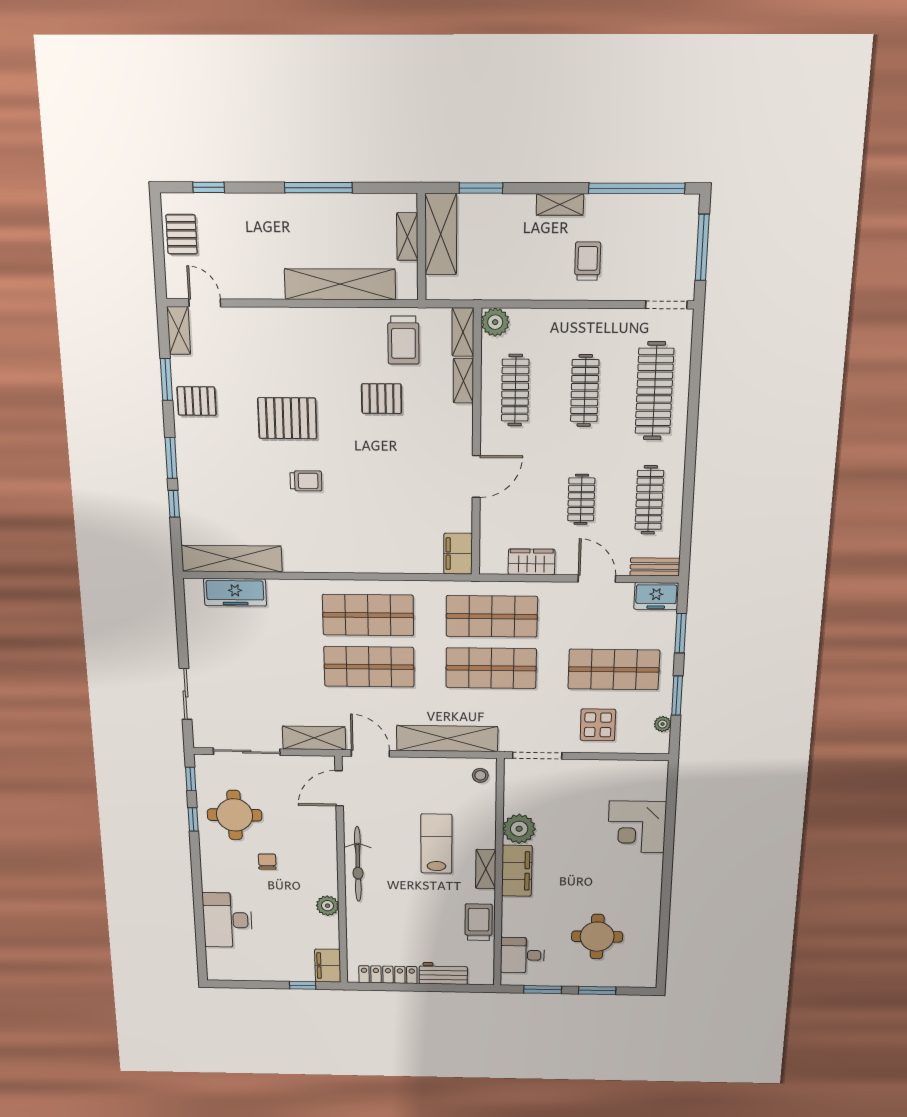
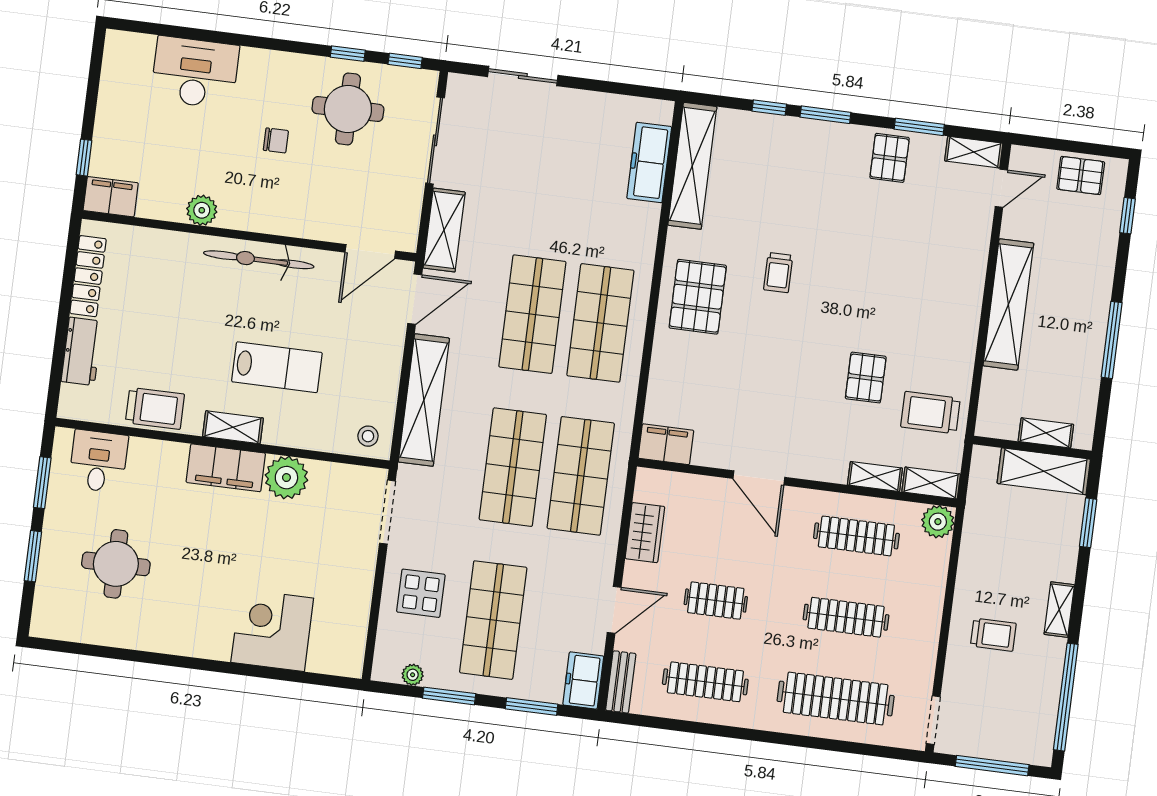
shelving: (340, 284) -> (1008, 304), moved
pallet: (287, 418) -> (698, 297), moved
door: (339, 788) -> (370, 252), swing flipped

